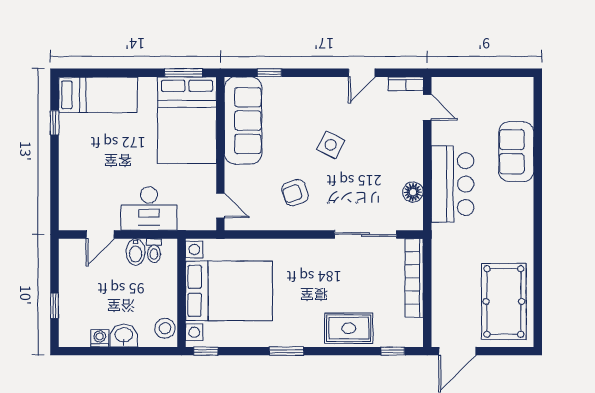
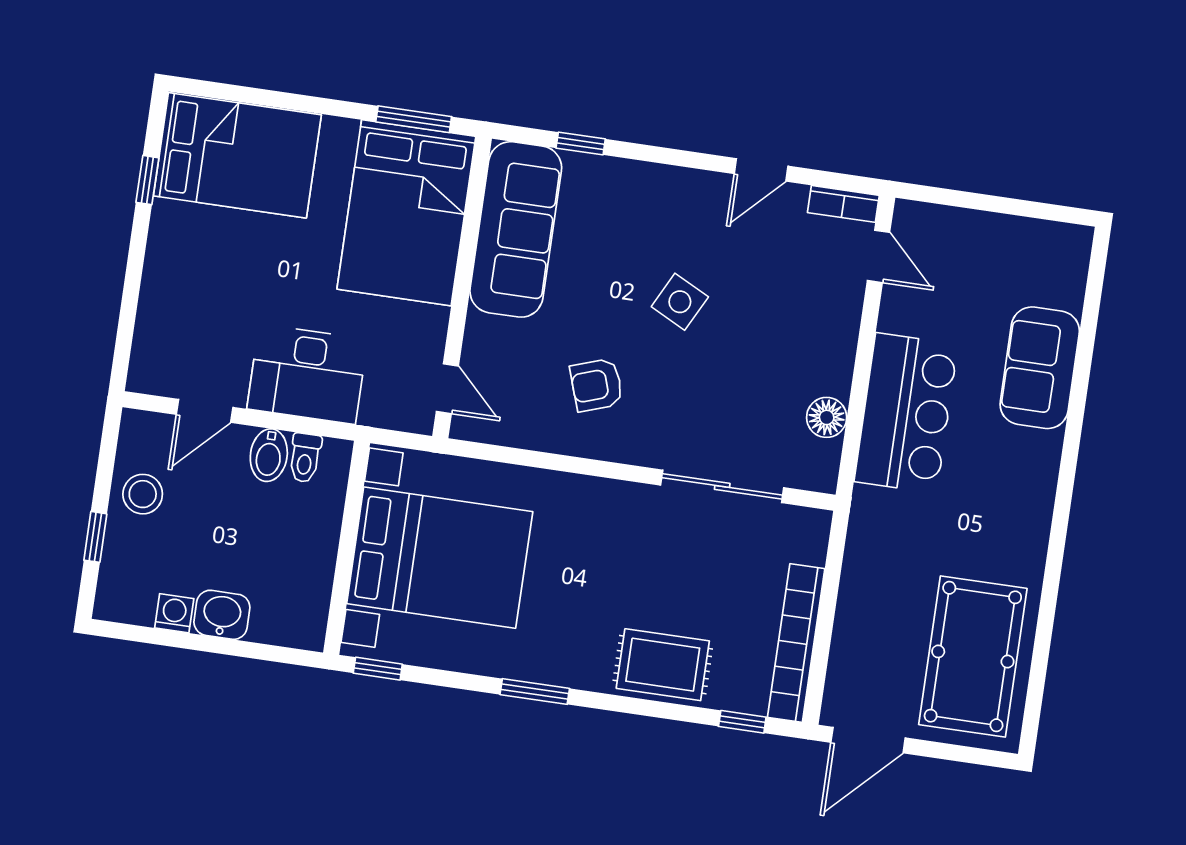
bed: (98, 95) -> (237, 155), width x1.50
bookcase: (414, 278) -> (796, 643), moved
stool: (165, 328) -> (143, 494), moved

